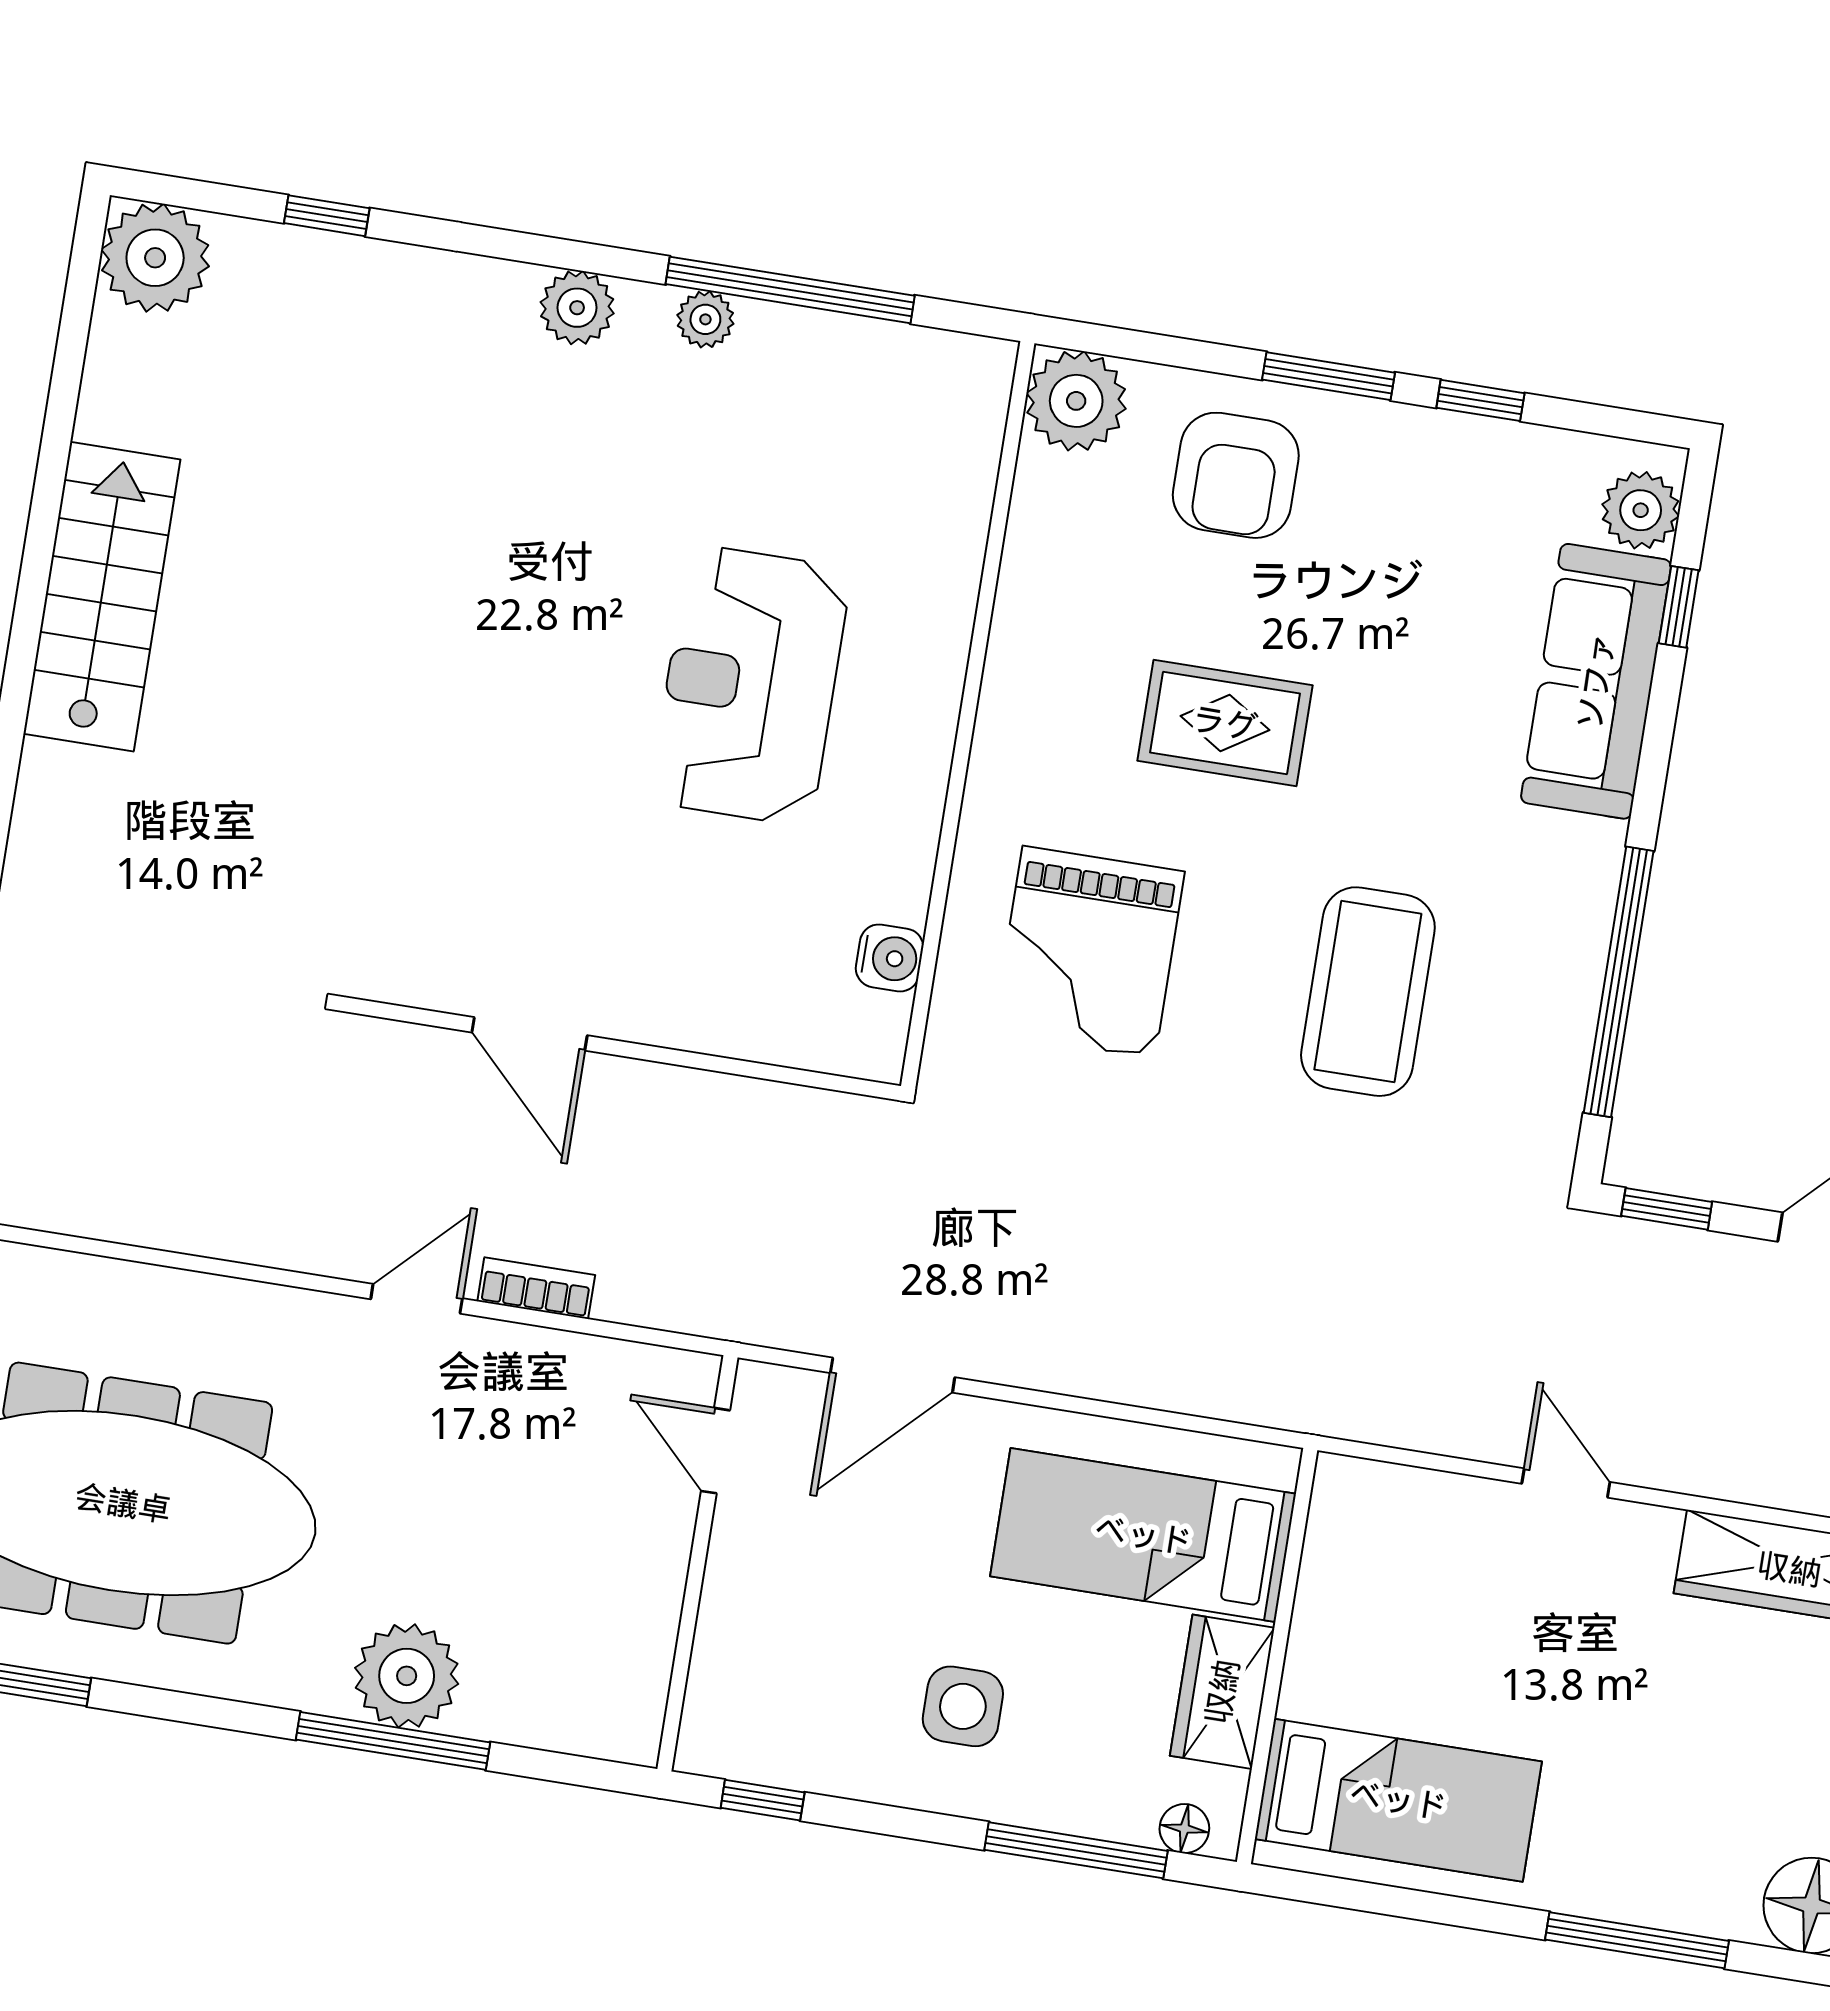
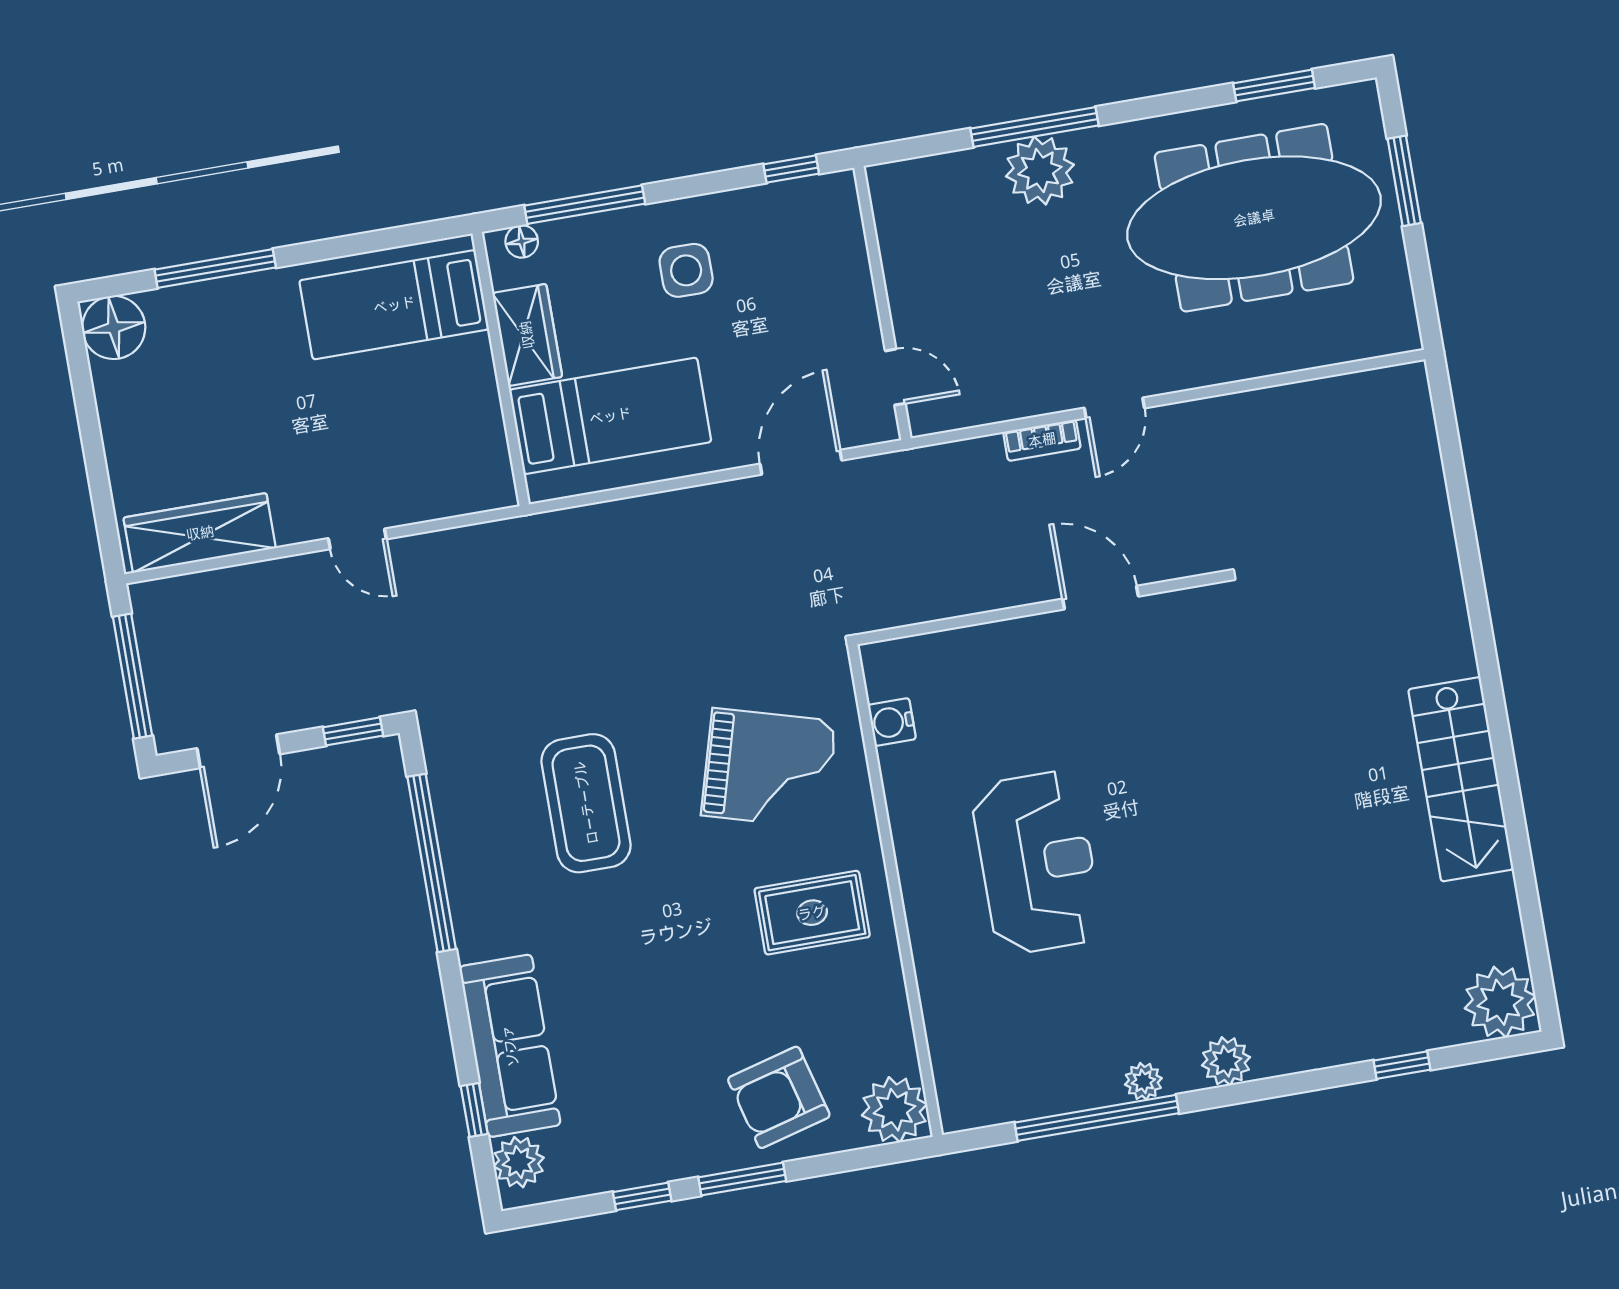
armchair: (1236, 475) -> (779, 1097), turned -105
rug: (1225, 723) -> (812, 913), moved
grand piano: (1089, 952) -> (769, 768), turned 106

